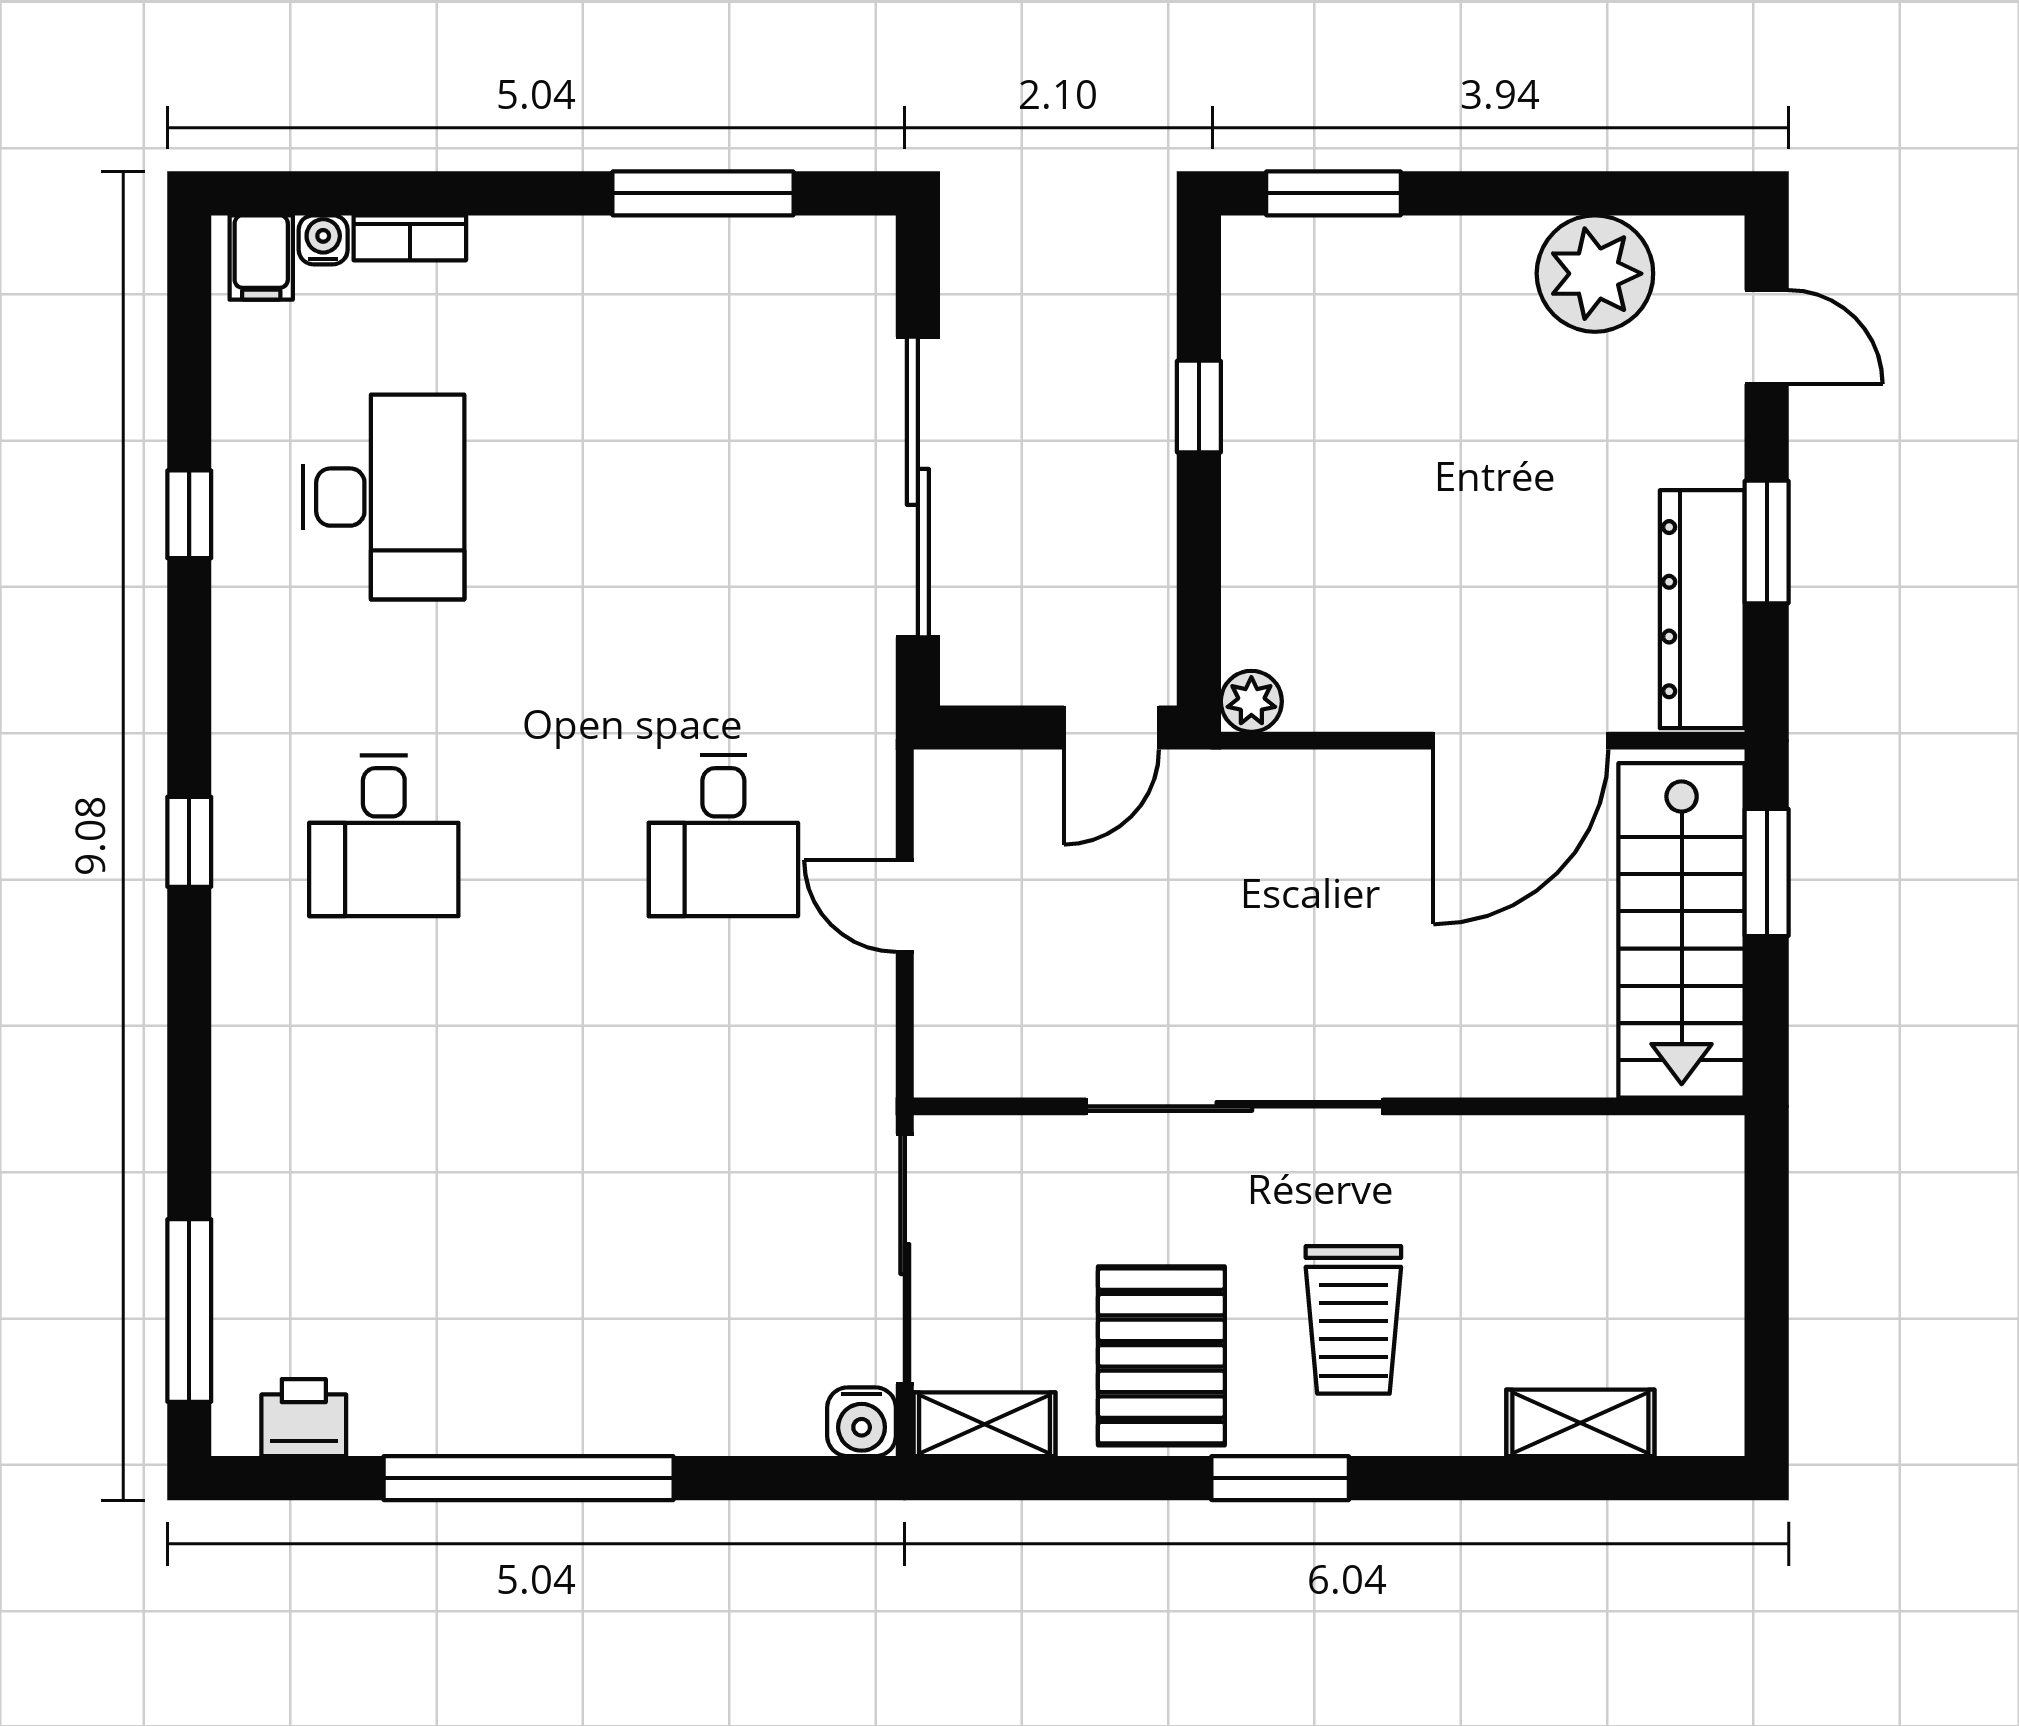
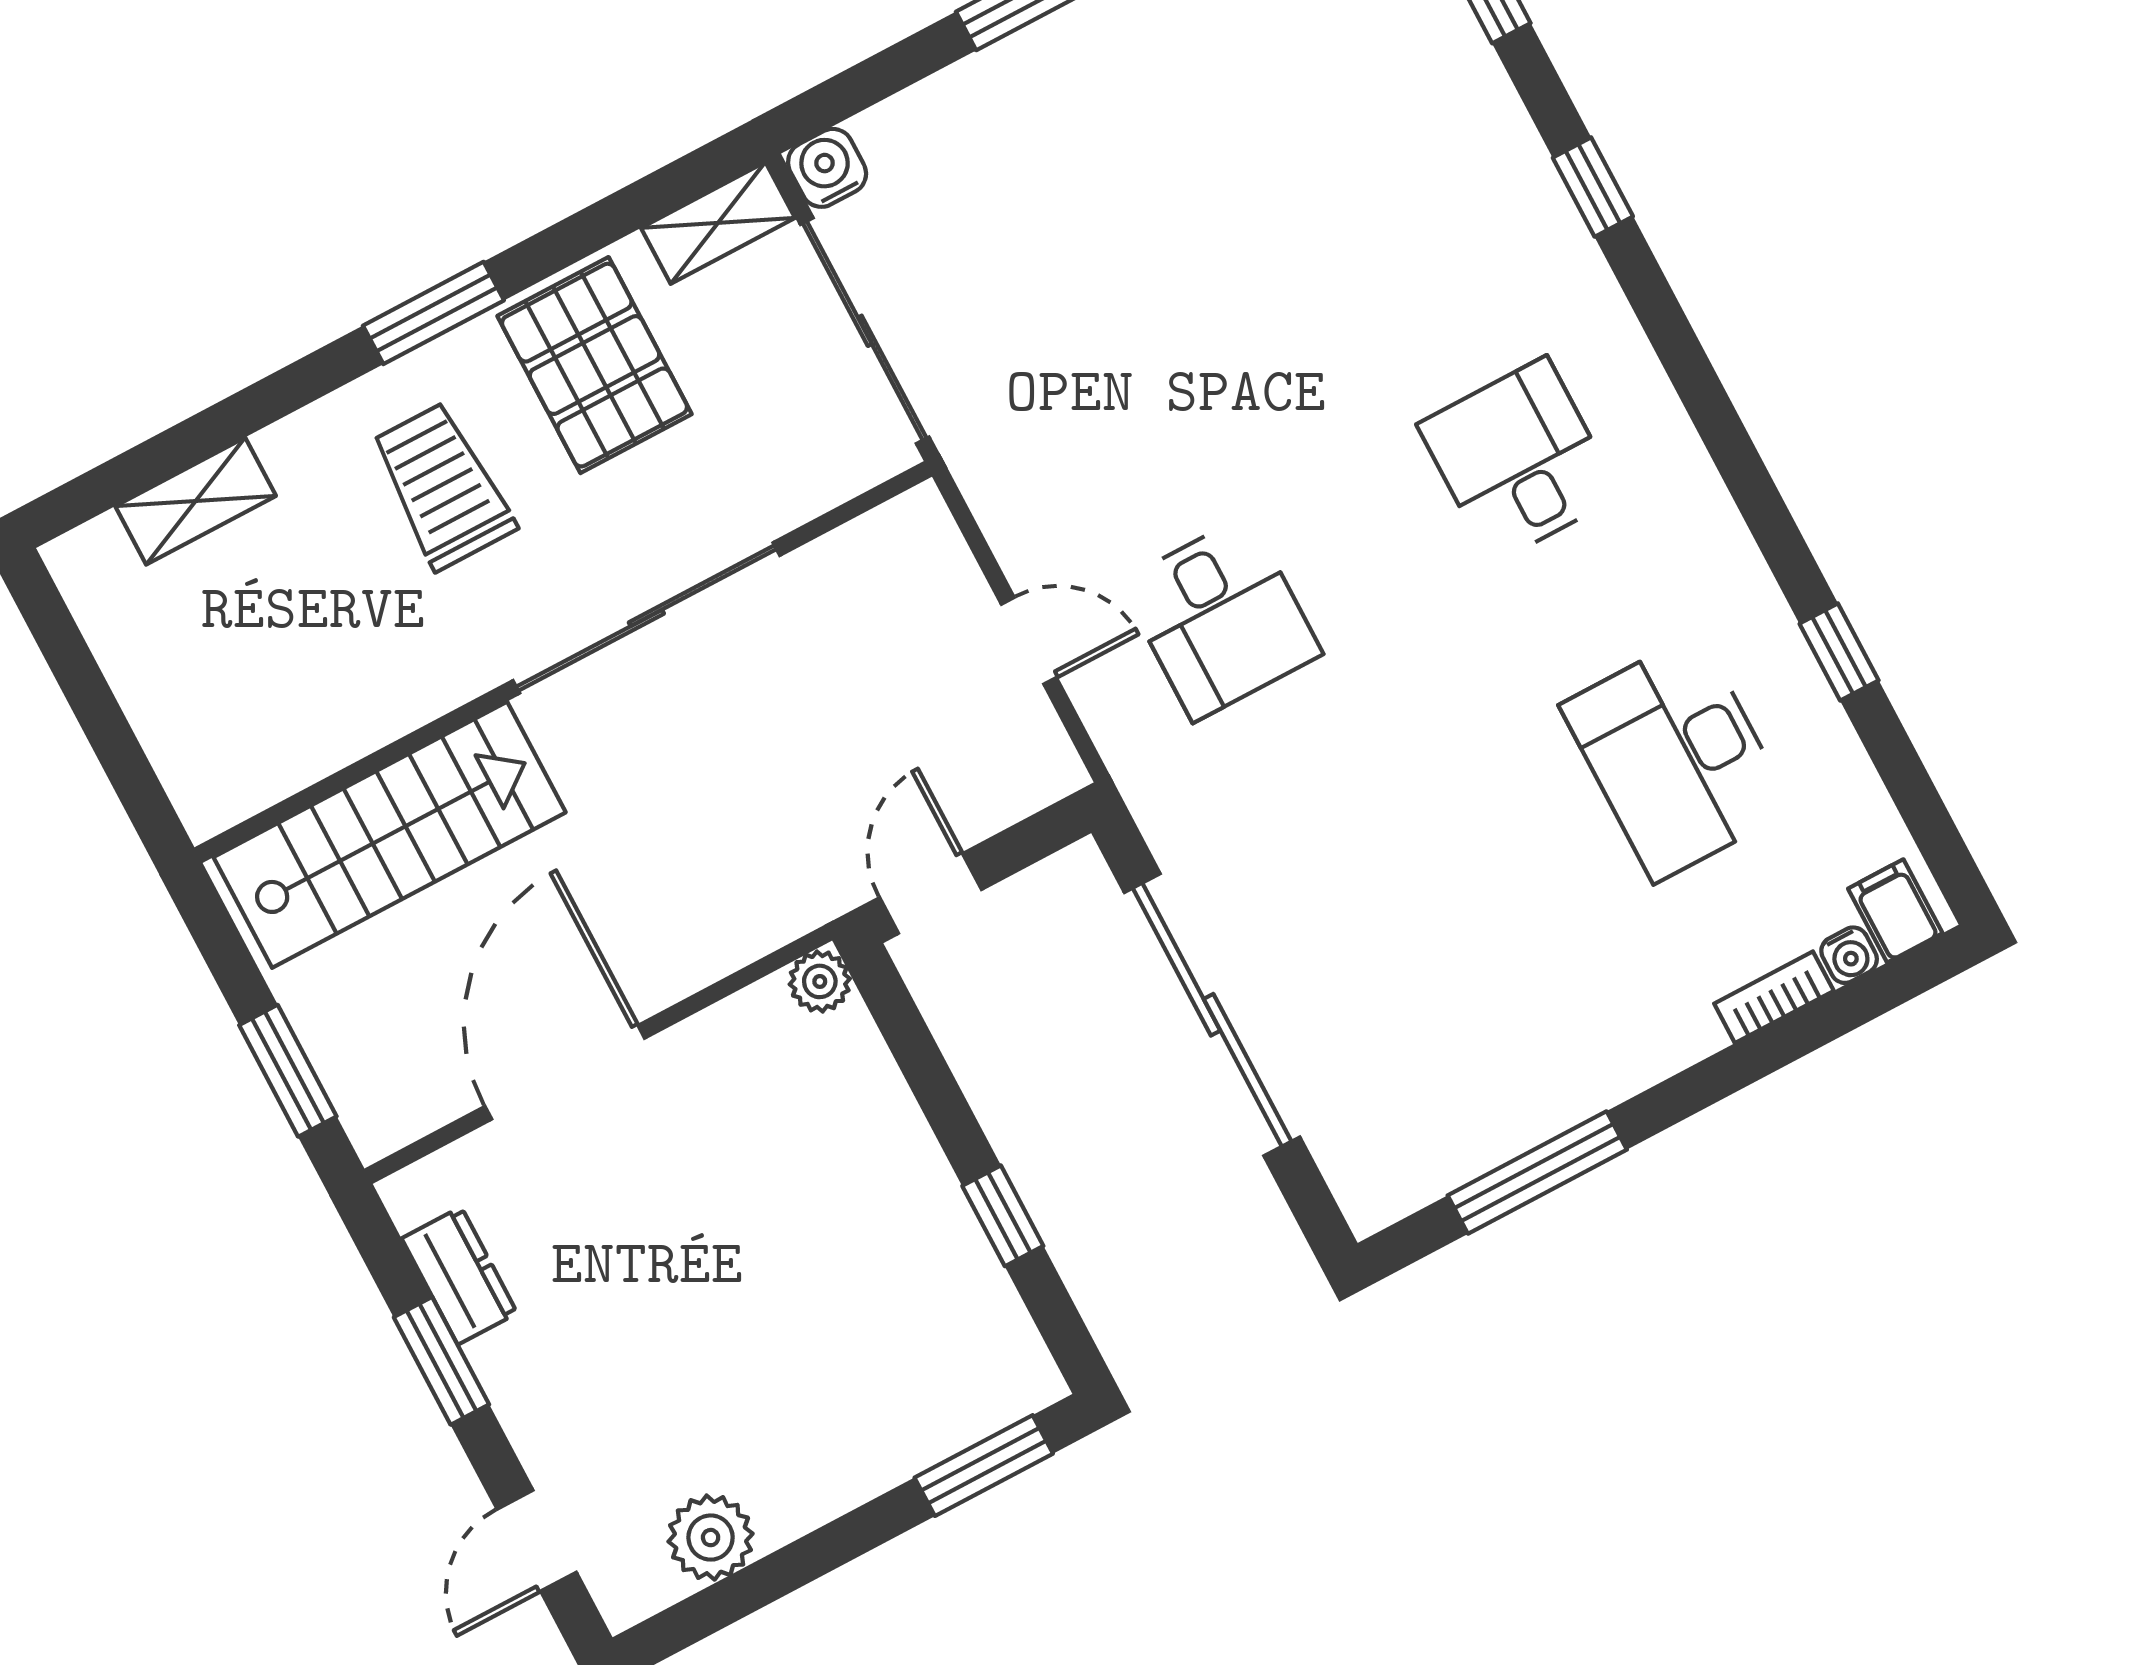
plant: (1595, 274) -> (711, 1538), width x0.73, depth x0.73
door: (1767, 337) -> (537, 1541), hinge flipped
dresser: (1702, 609) -> (459, 1276), width x0.51, depth x0.80
desk: (723, 836) -> (1221, 618), turned 180
window: (189, 842) -> (1593, 187), moved
stairs: (1682, 930) -> (390, 835), moved, turned 90

